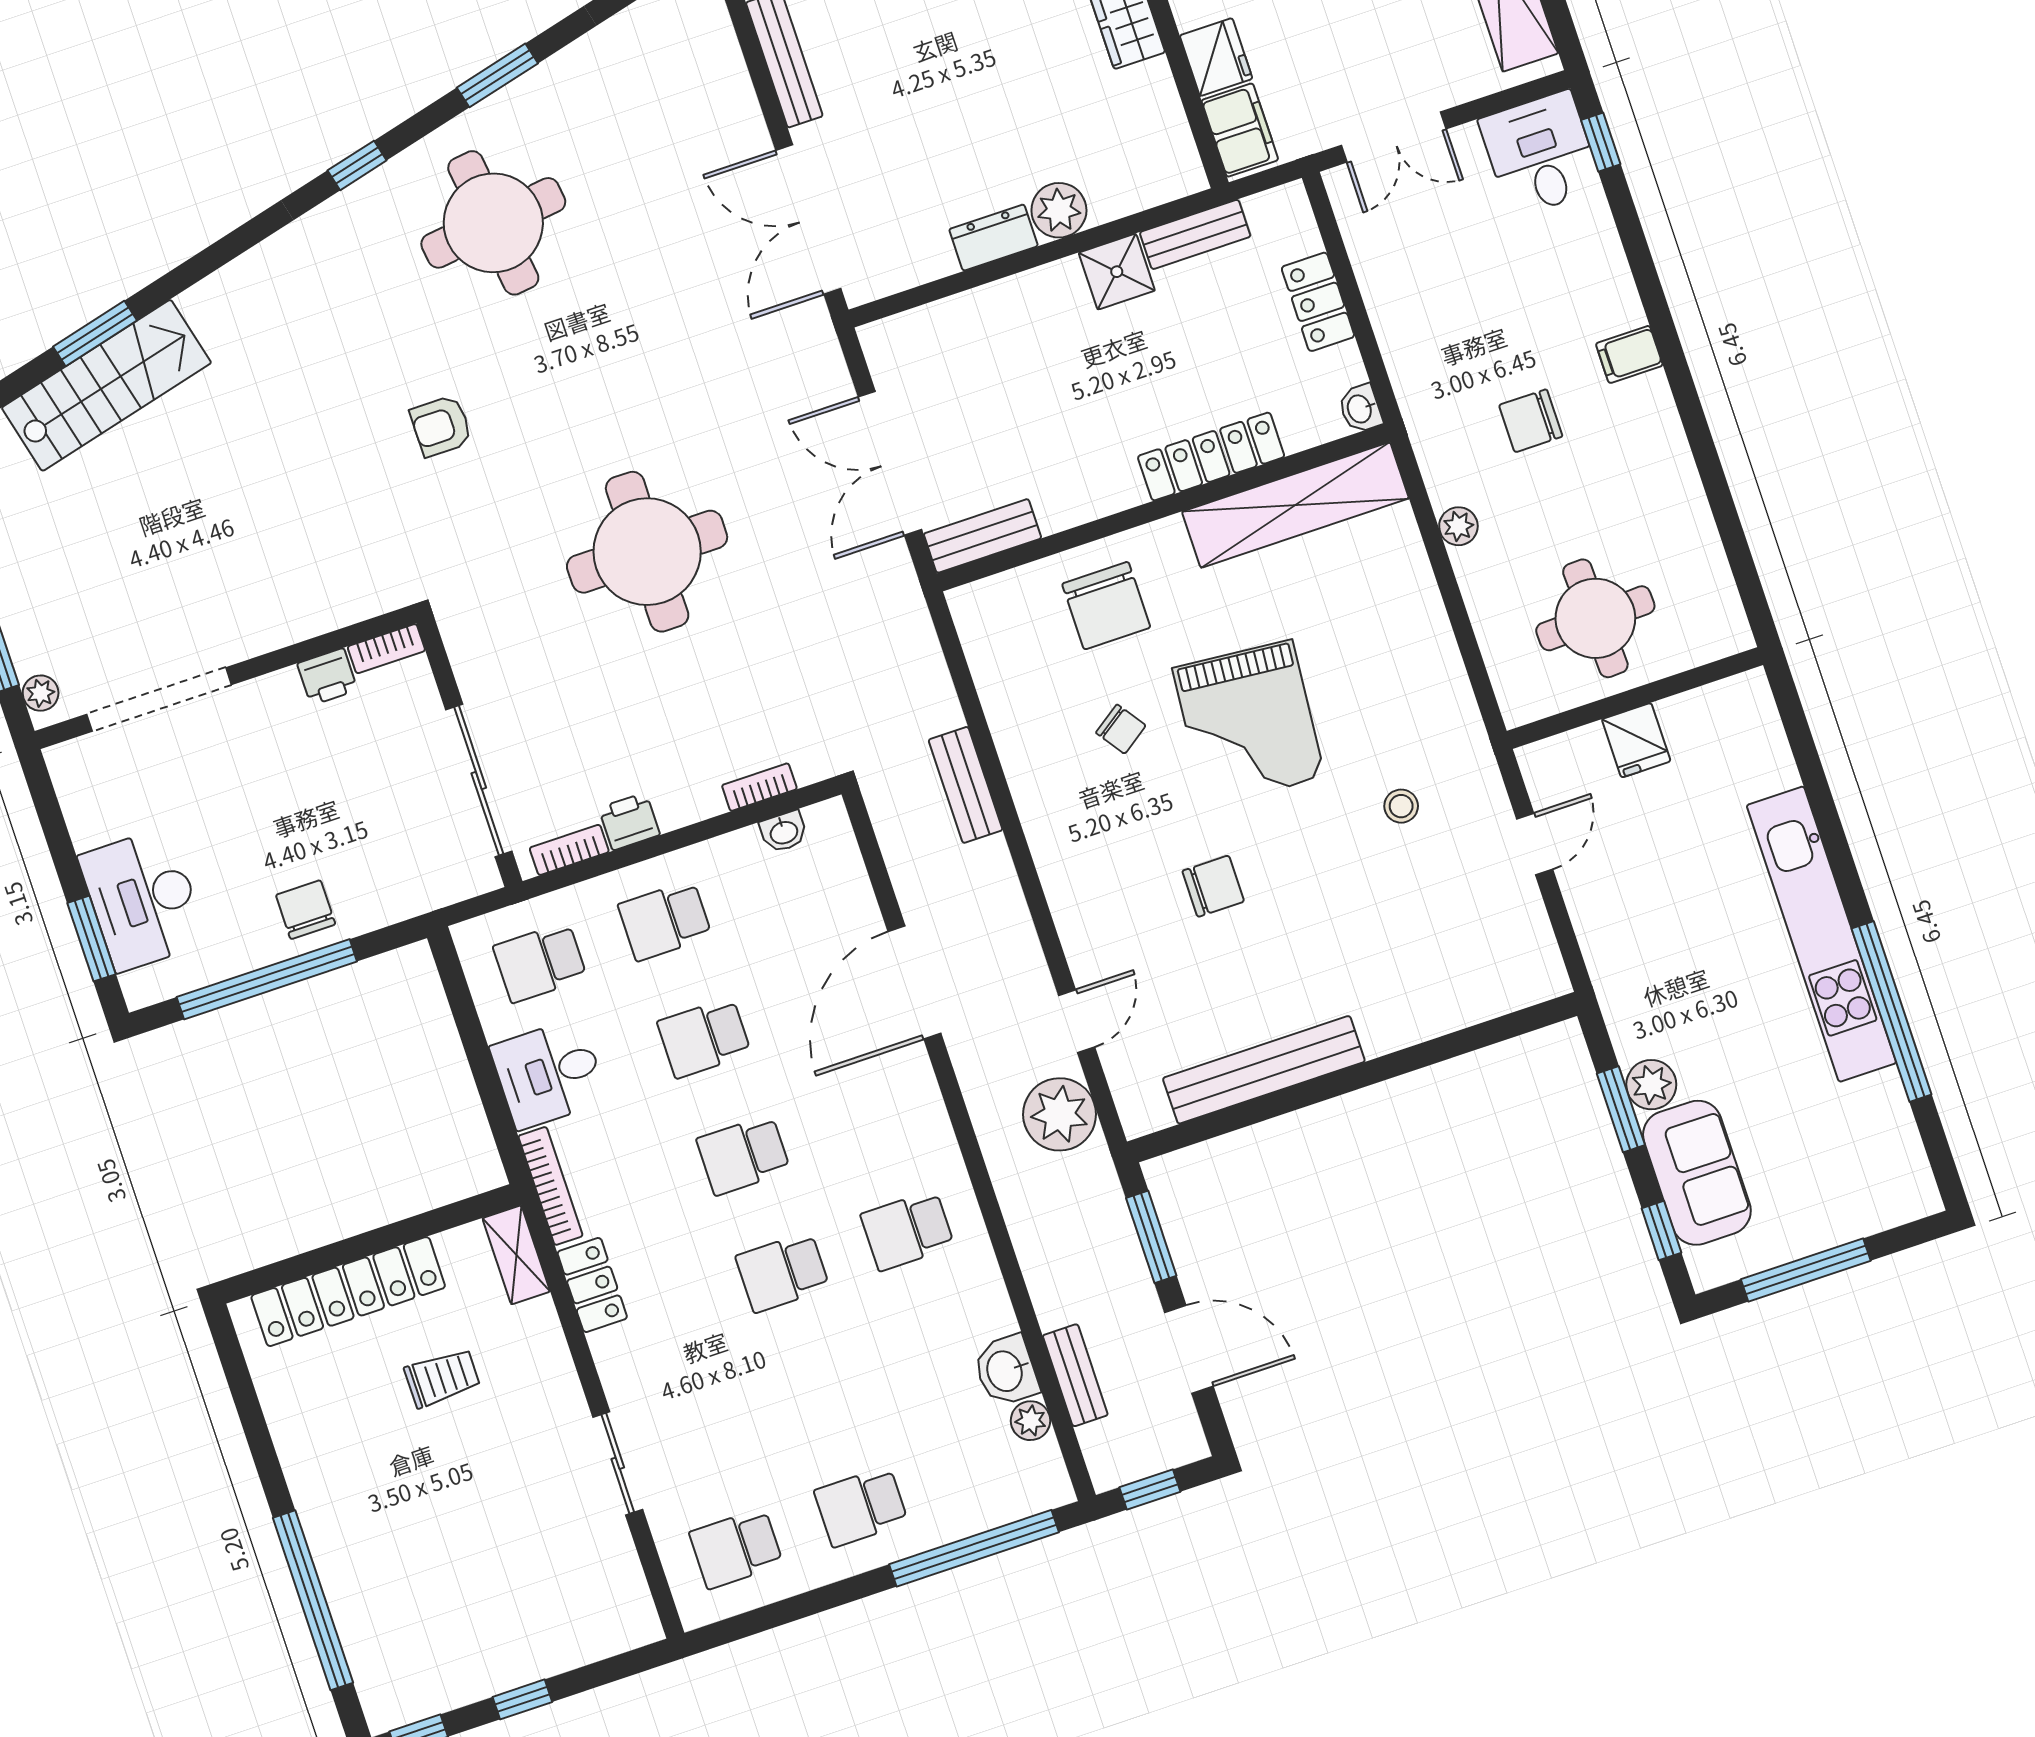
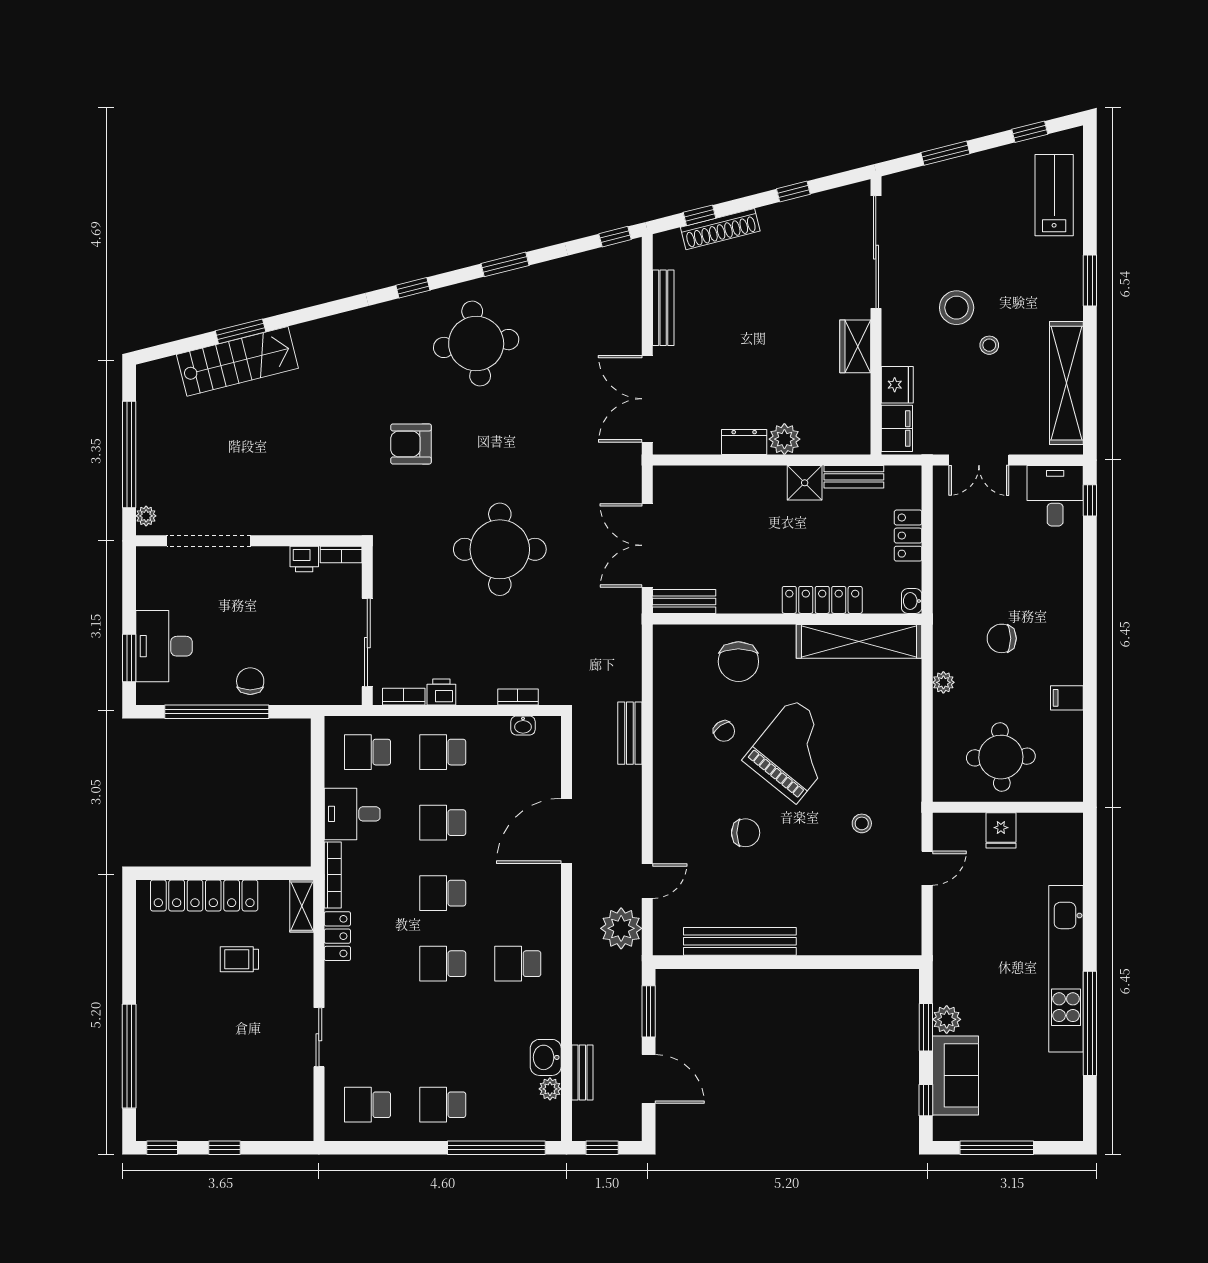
filing cabinet: (1629, 354) -> (1067, 698), moved
armchair: (441, 426) -> (411, 444), width x1.38, depth x1.38
grand piano: (1249, 723) -> (794, 751), turned -146
trolley: (442, 1378) -> (239, 959), turned 180

